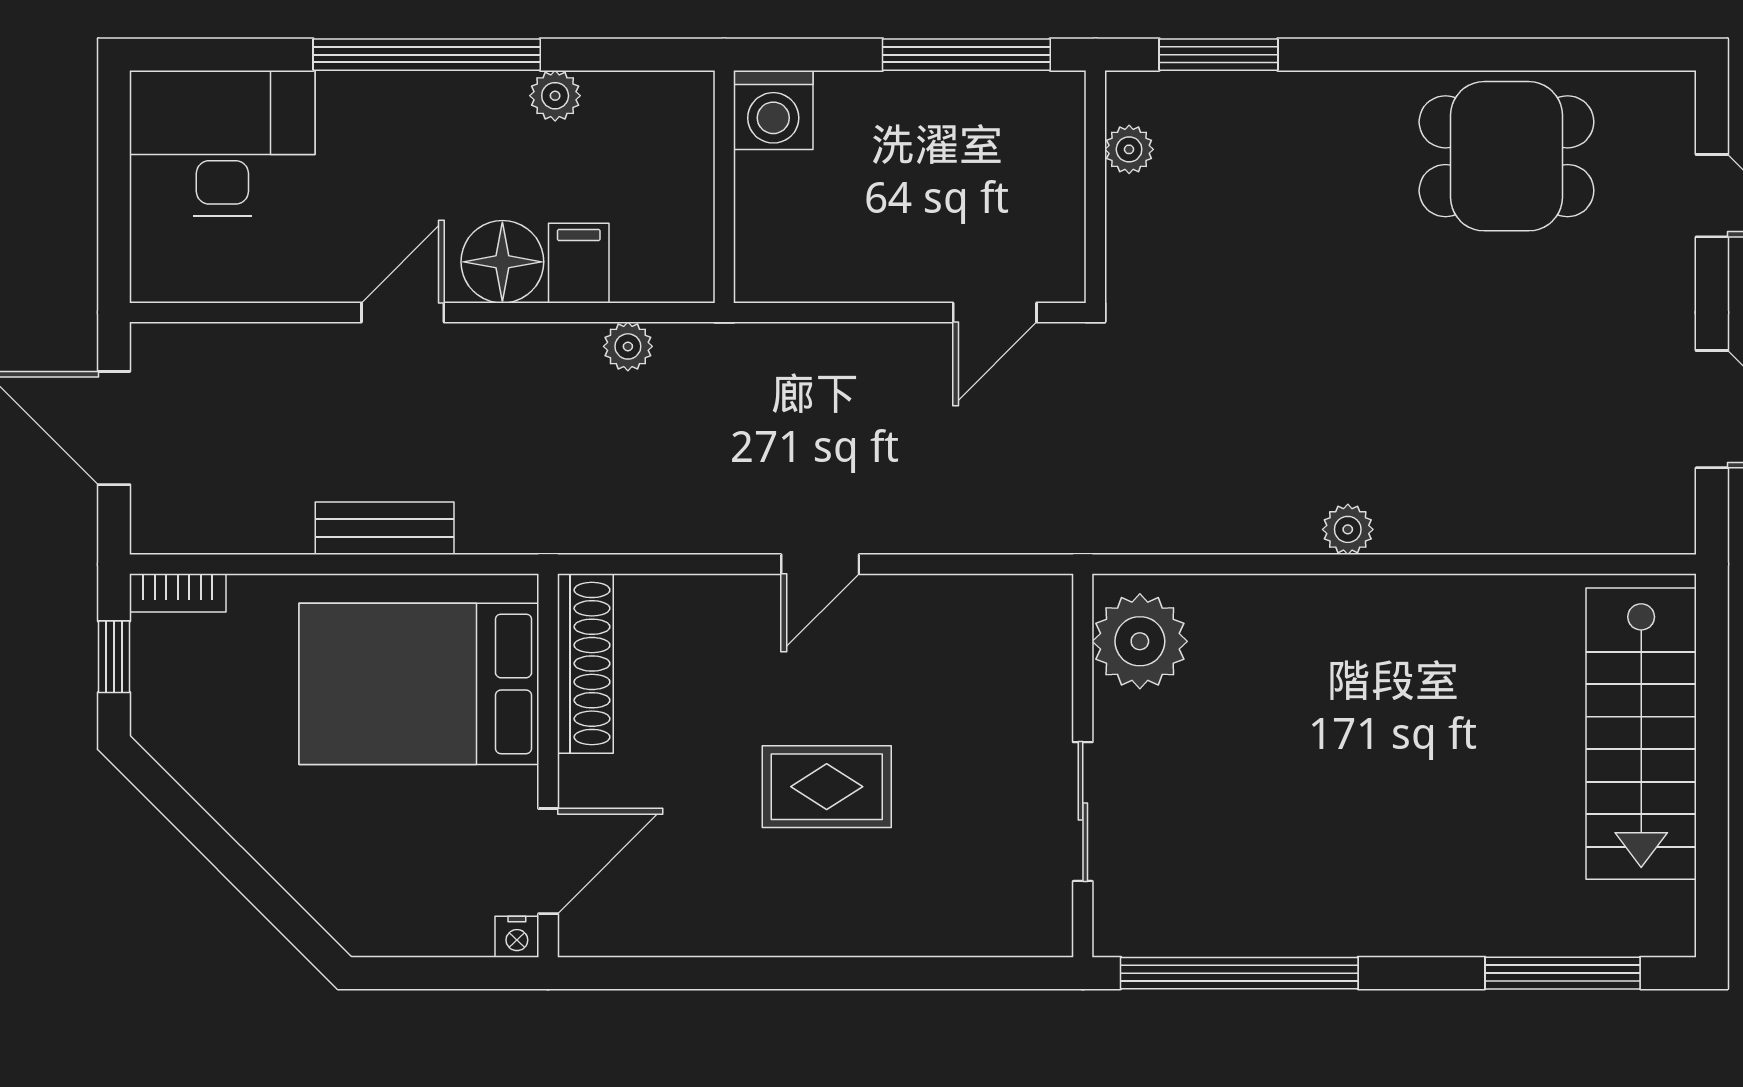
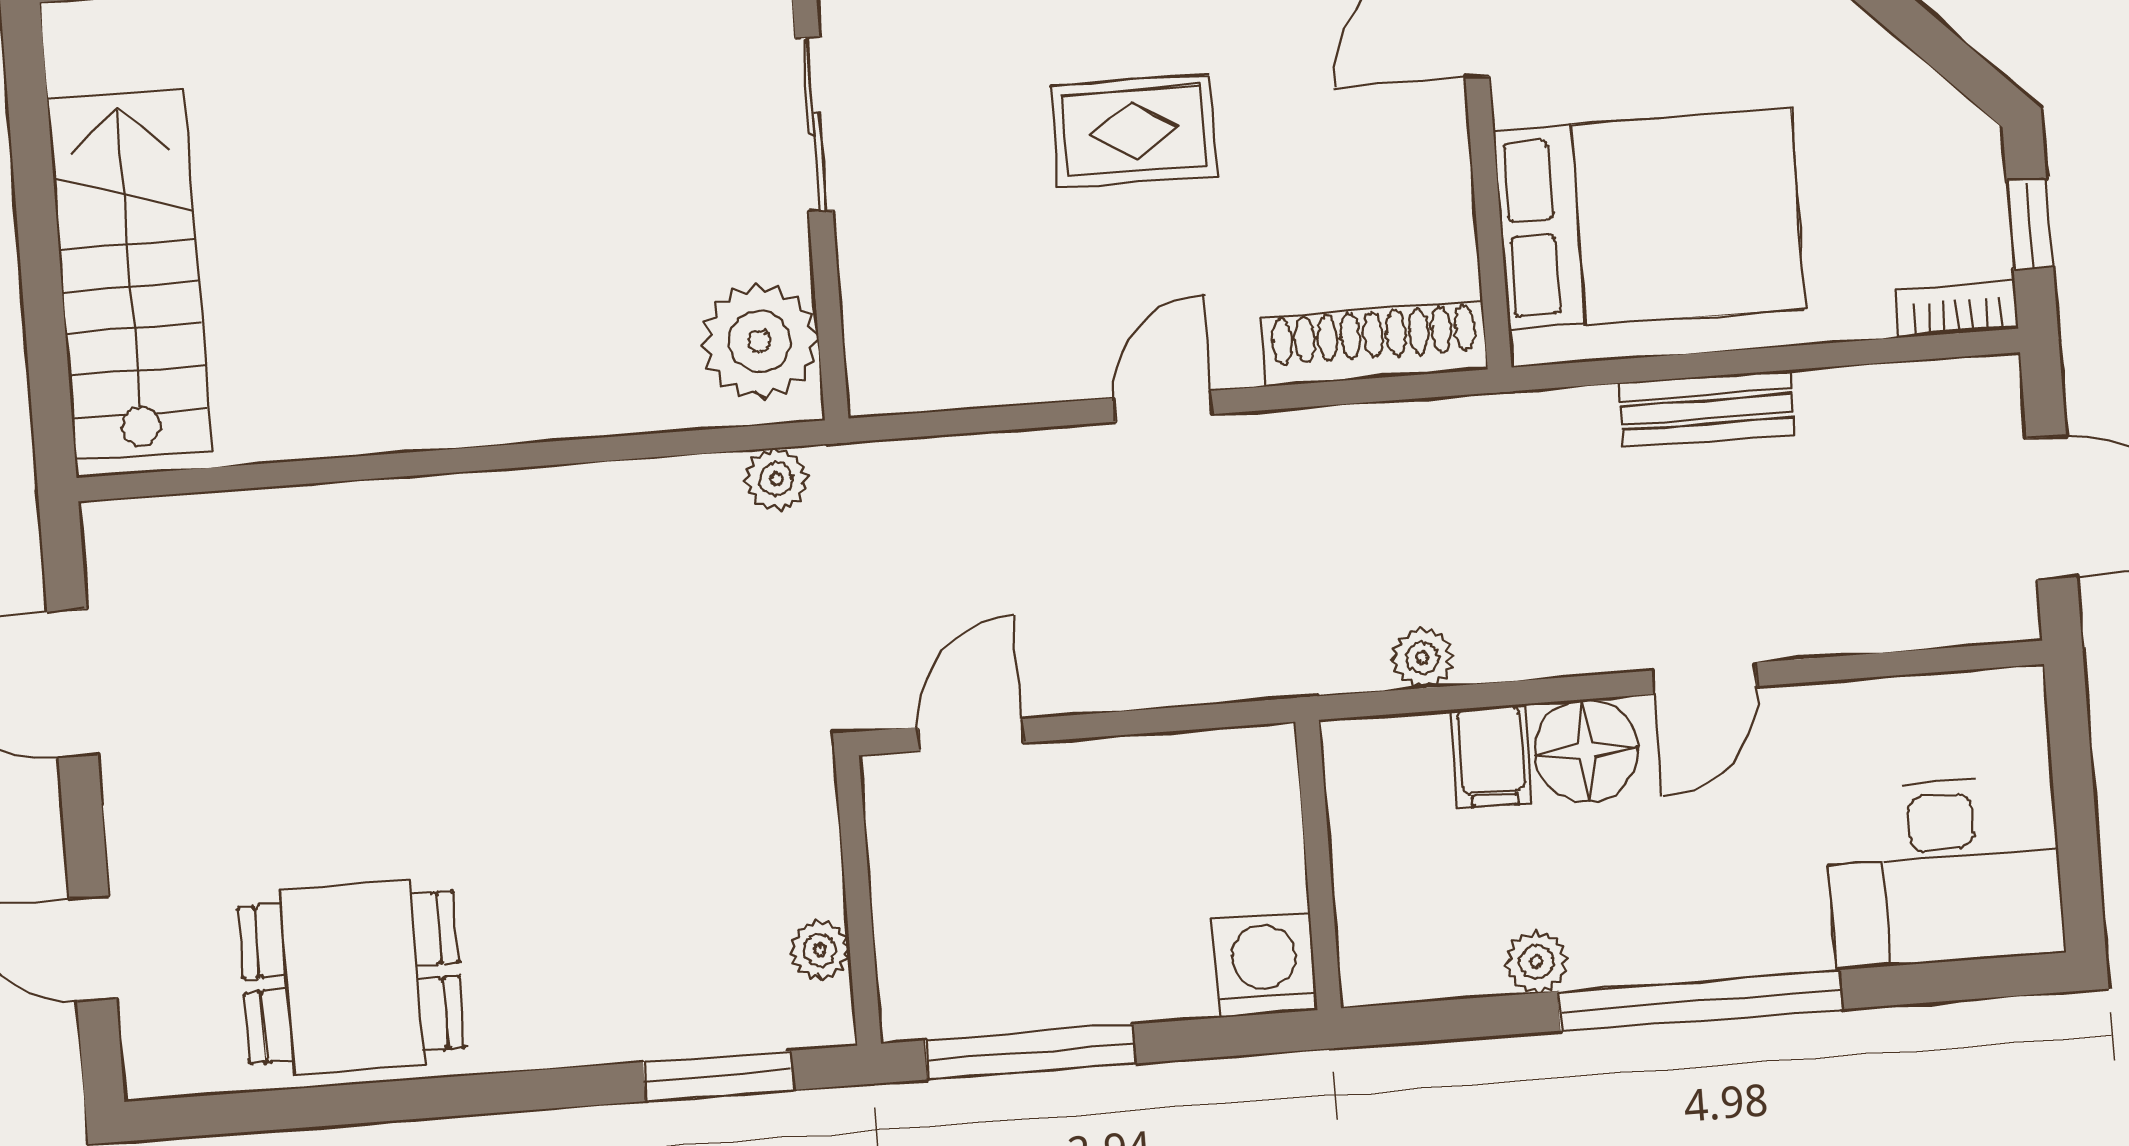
plant: (1348, 529) -> (776, 479), moved
shoe rack: (585, 663) -> (1374, 344), moved, turned 90

